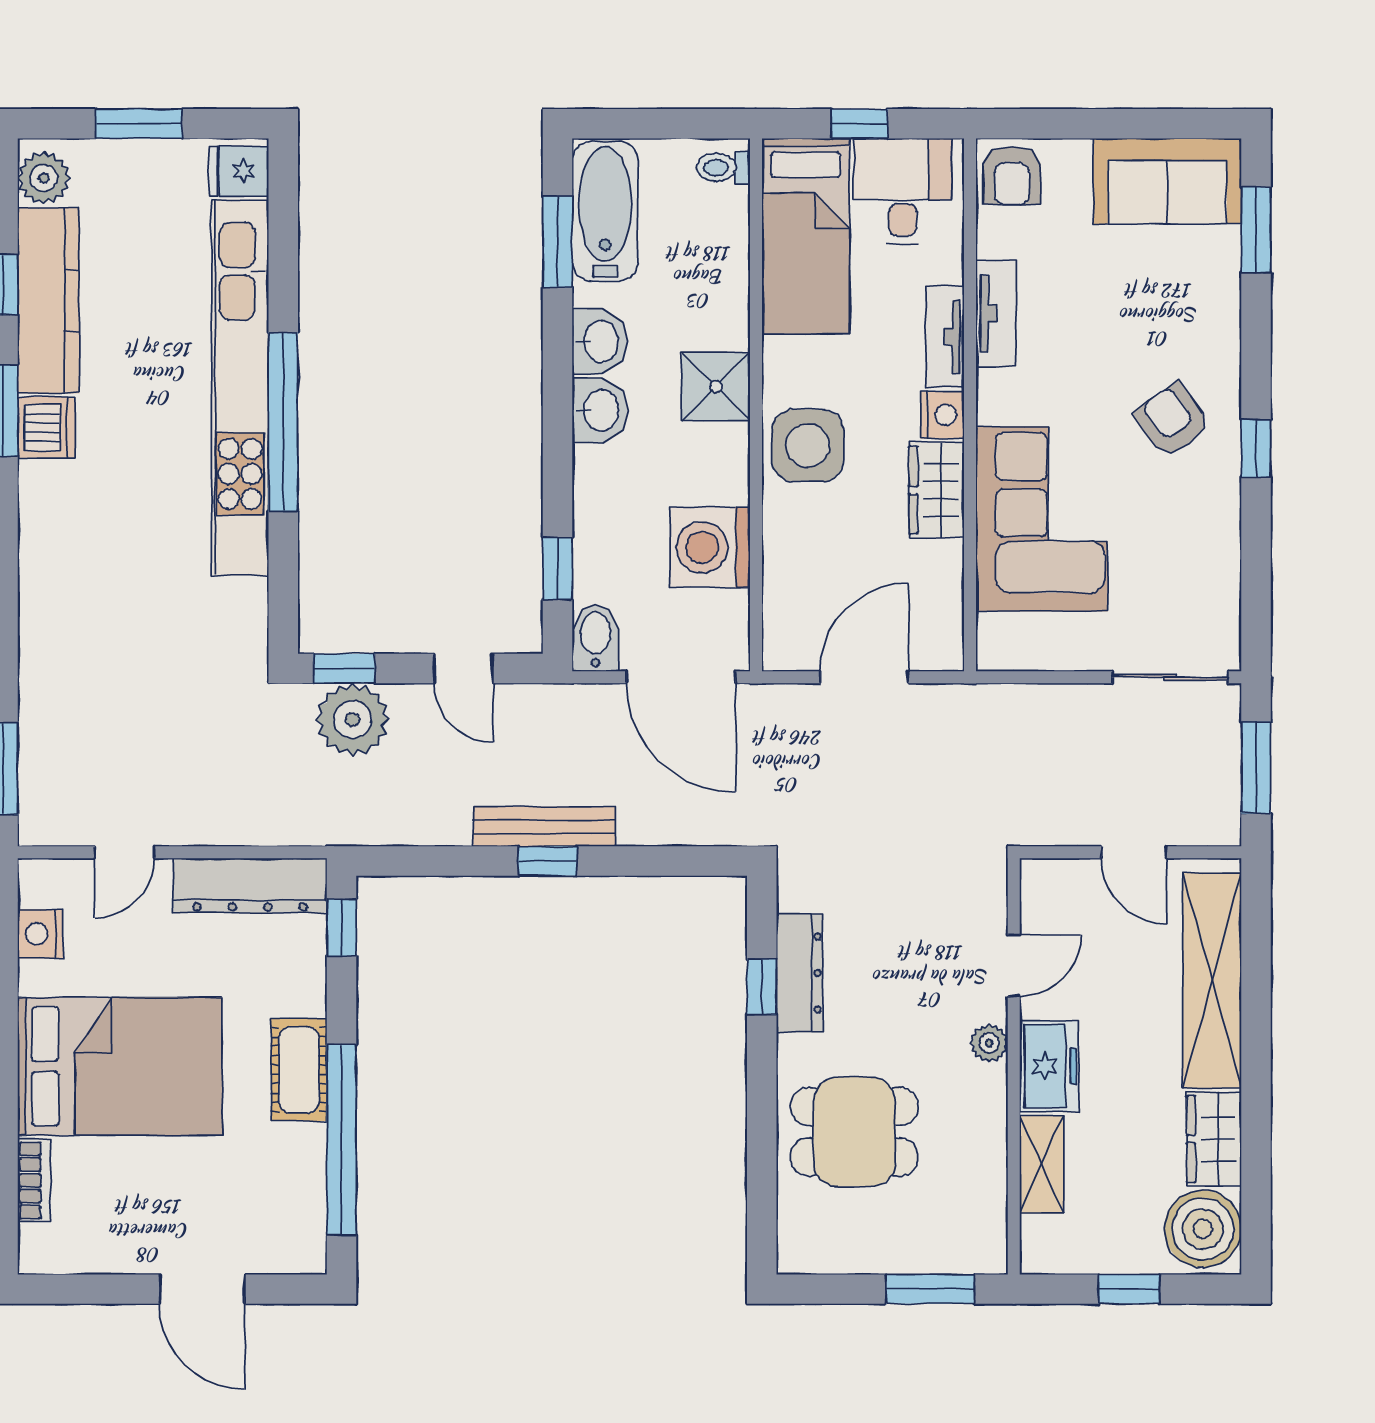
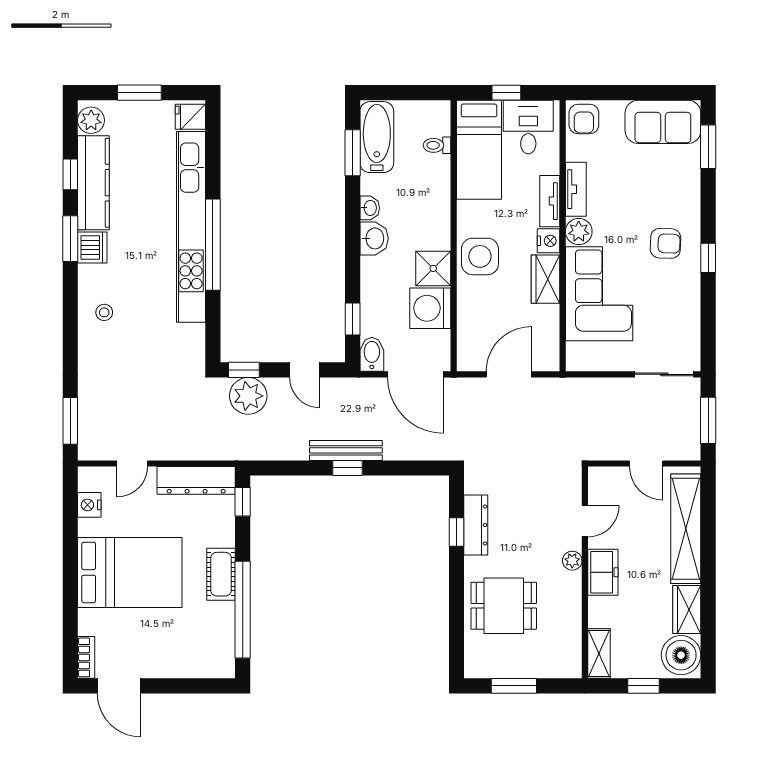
toilet: (723, 168) -> (437, 145), moved
washbasin: (600, 341) -> (370, 208), width x0.72, depth x0.69
shower: (716, 387) -> (433, 268), moved
plant: (1002, 397) -> (579, 231), added
armchair: (1172, 420) -> (665, 243), turned 128
stool: (70, 555) -> (104, 312), added
shelving: (1042, 1164) -> (599, 654), moved
bookcase: (34, 1180) -> (86, 657), moved
door: (202, 1289) -> (119, 686), moved
window: (930, 1289) -> (514, 686), moved

